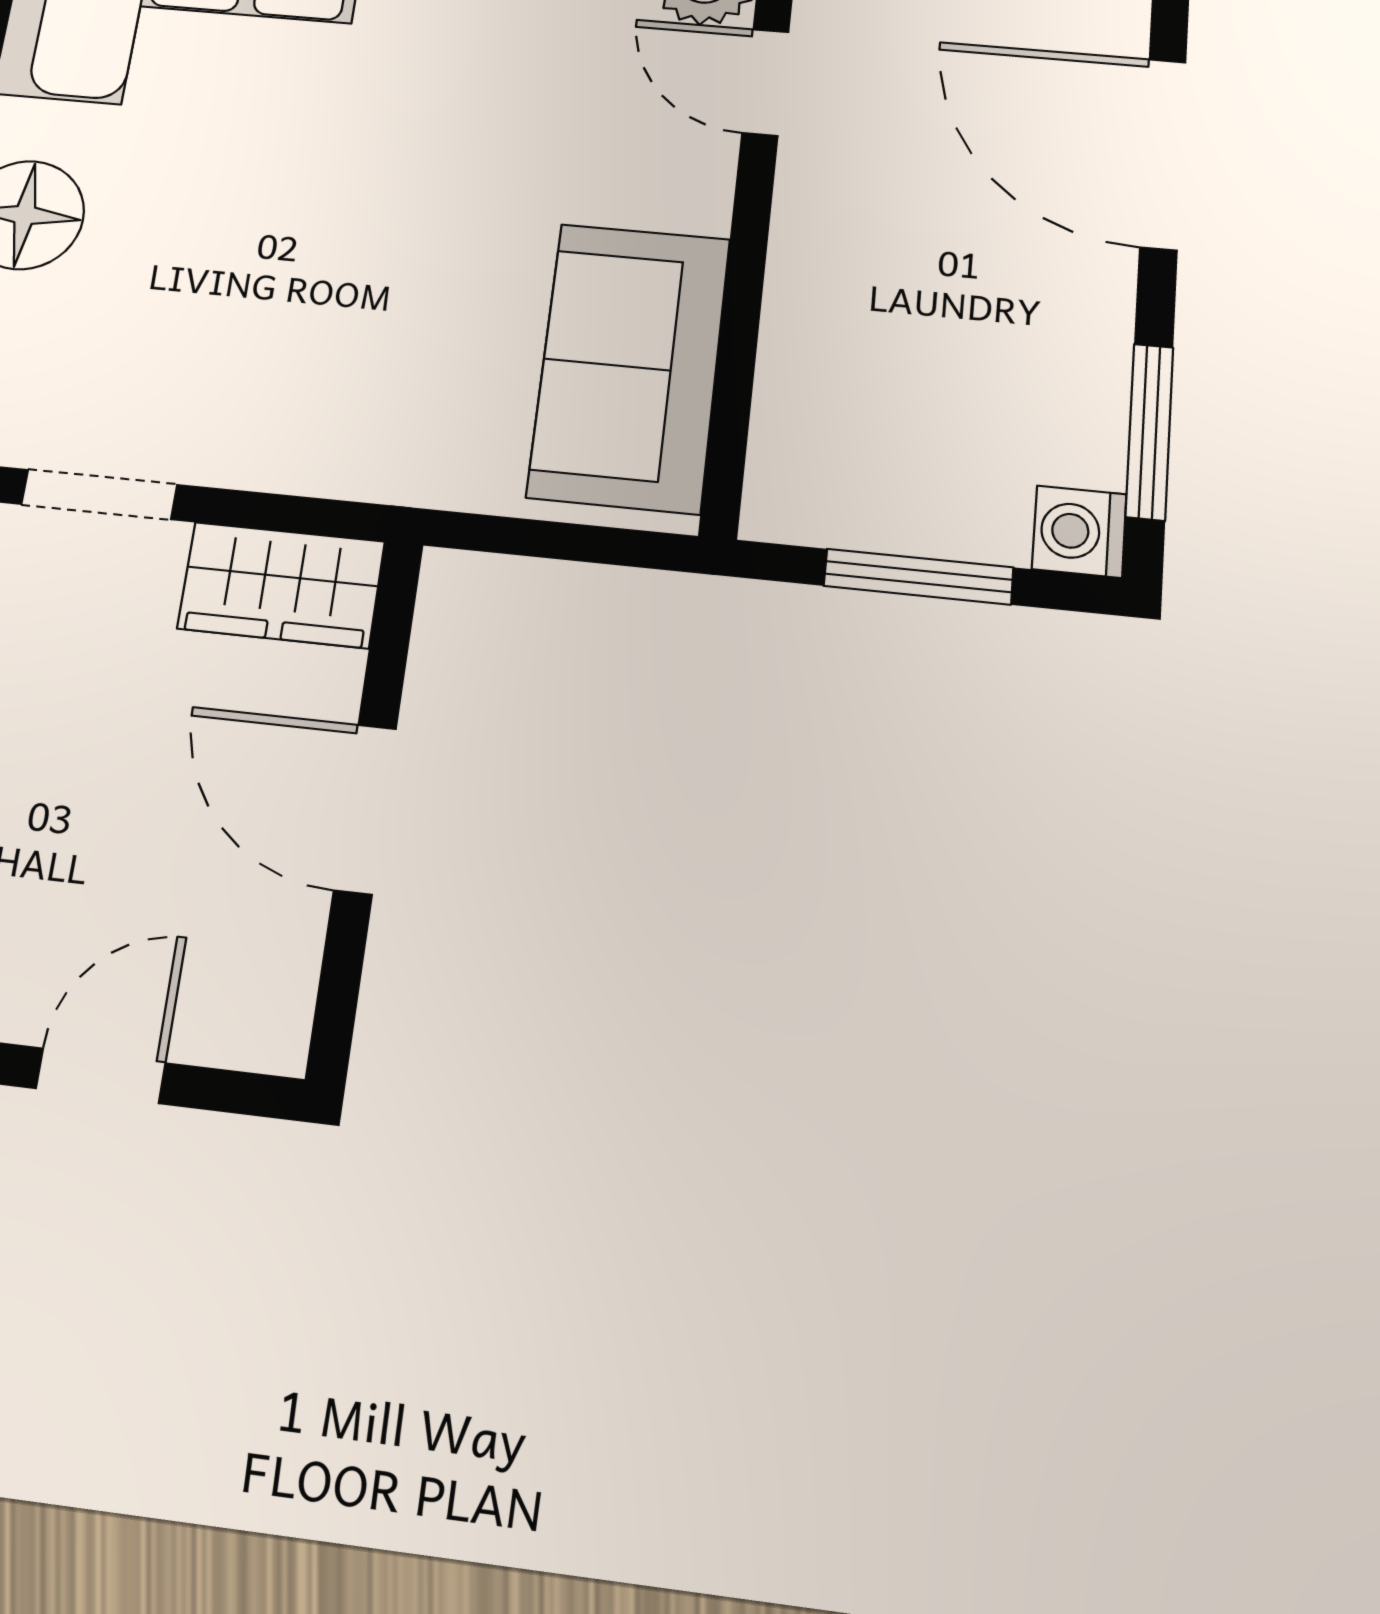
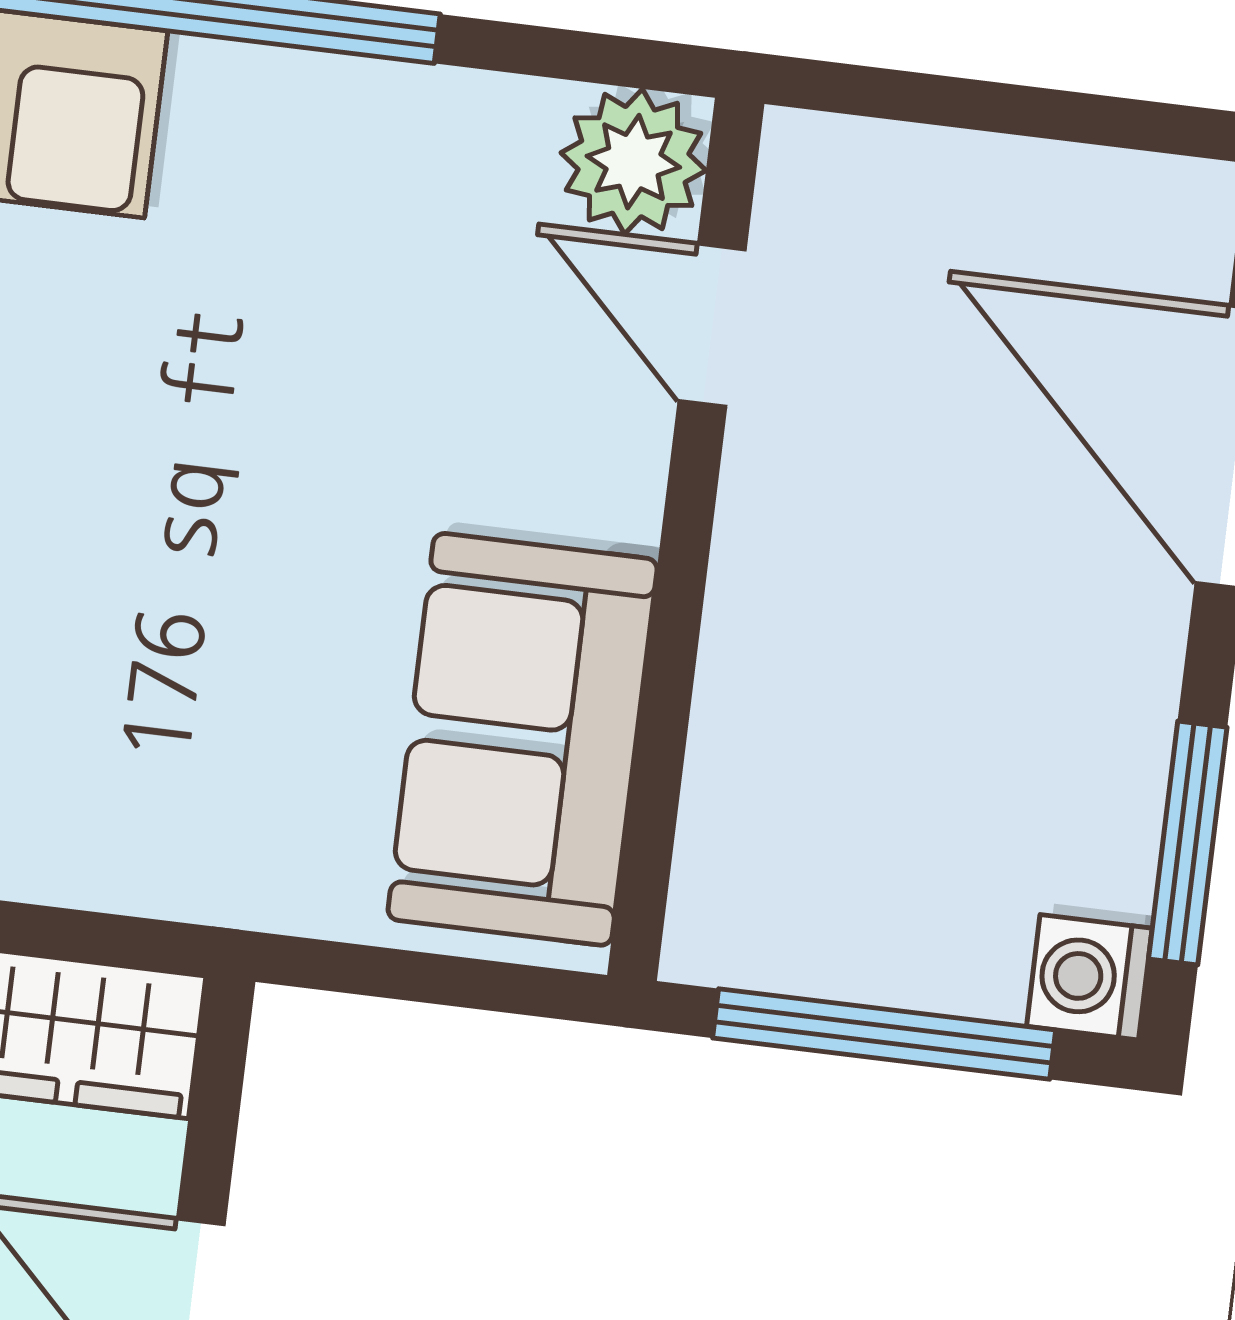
window: (918, 577) -> (884, 1034), width x1.44

